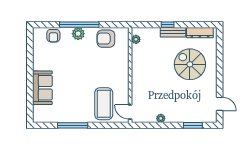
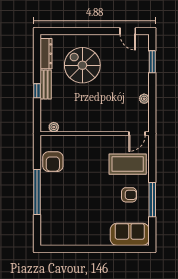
plant: (78, 34) -> (47, 193), removed
armchair: (53, 36) -> (129, 195), moved
spiral stairs: (190, 64) -> (82, 65), turned 90
sofa: (42, 88) -> (130, 234), moved
door: (220, 104) -> (128, 31), swing flipped

